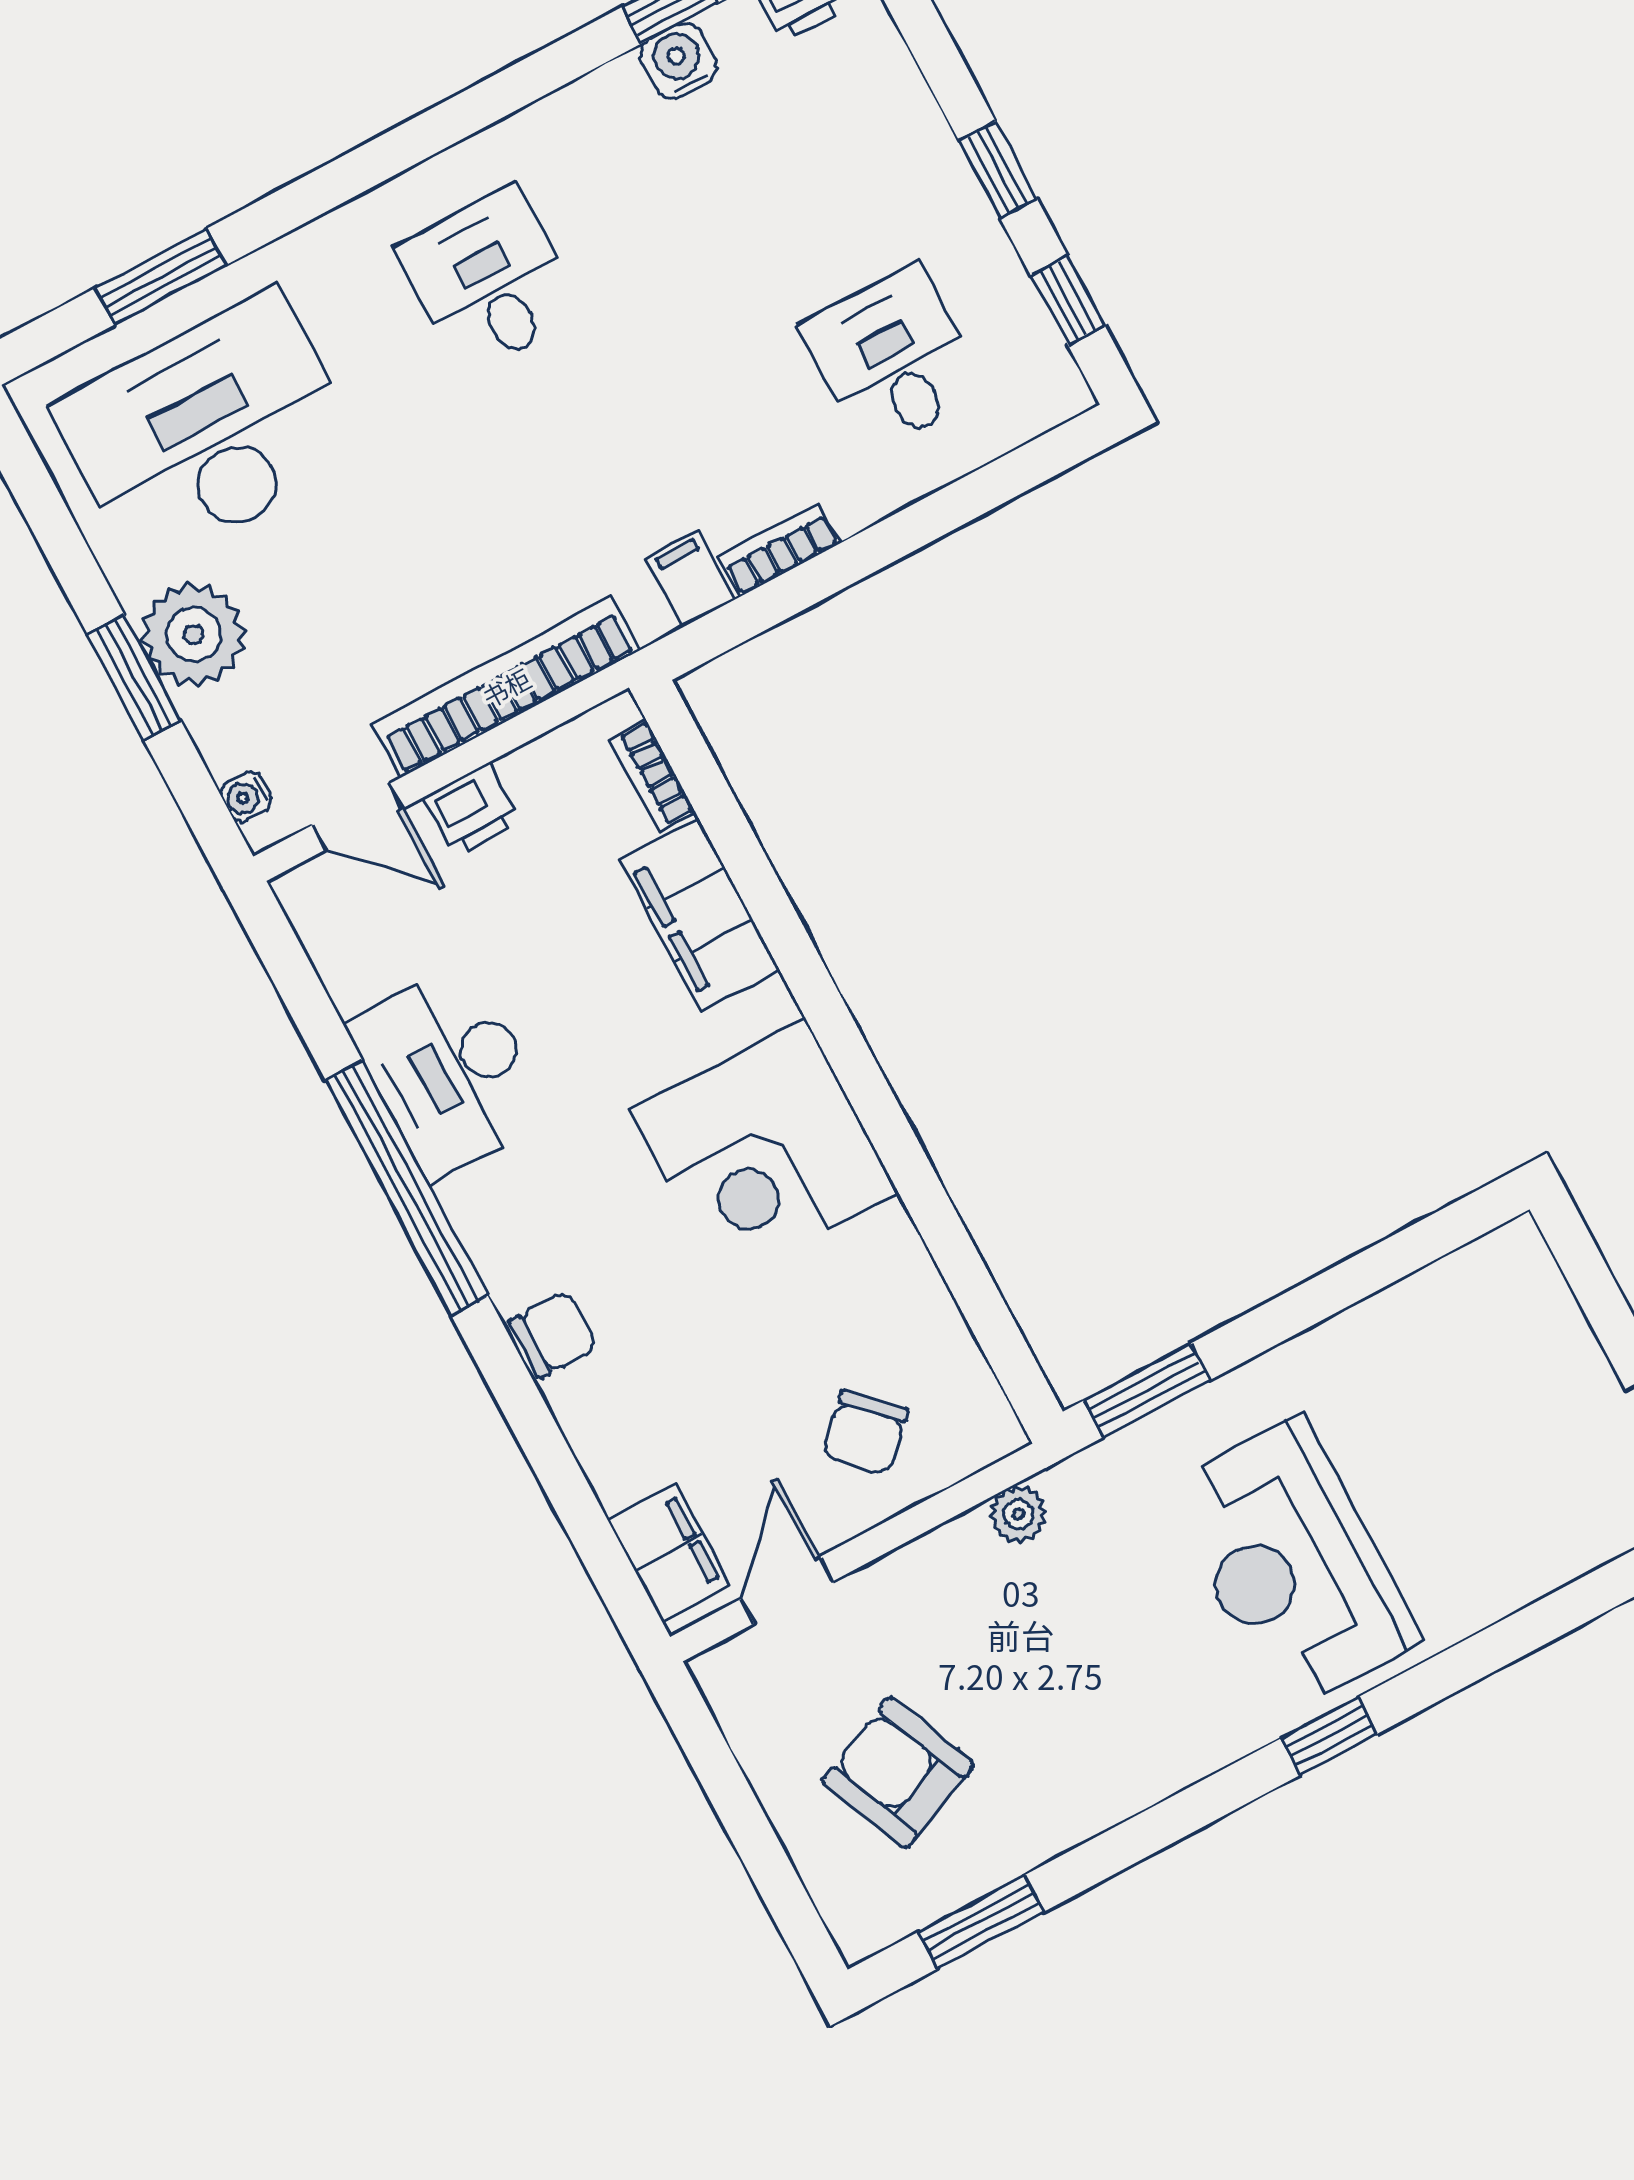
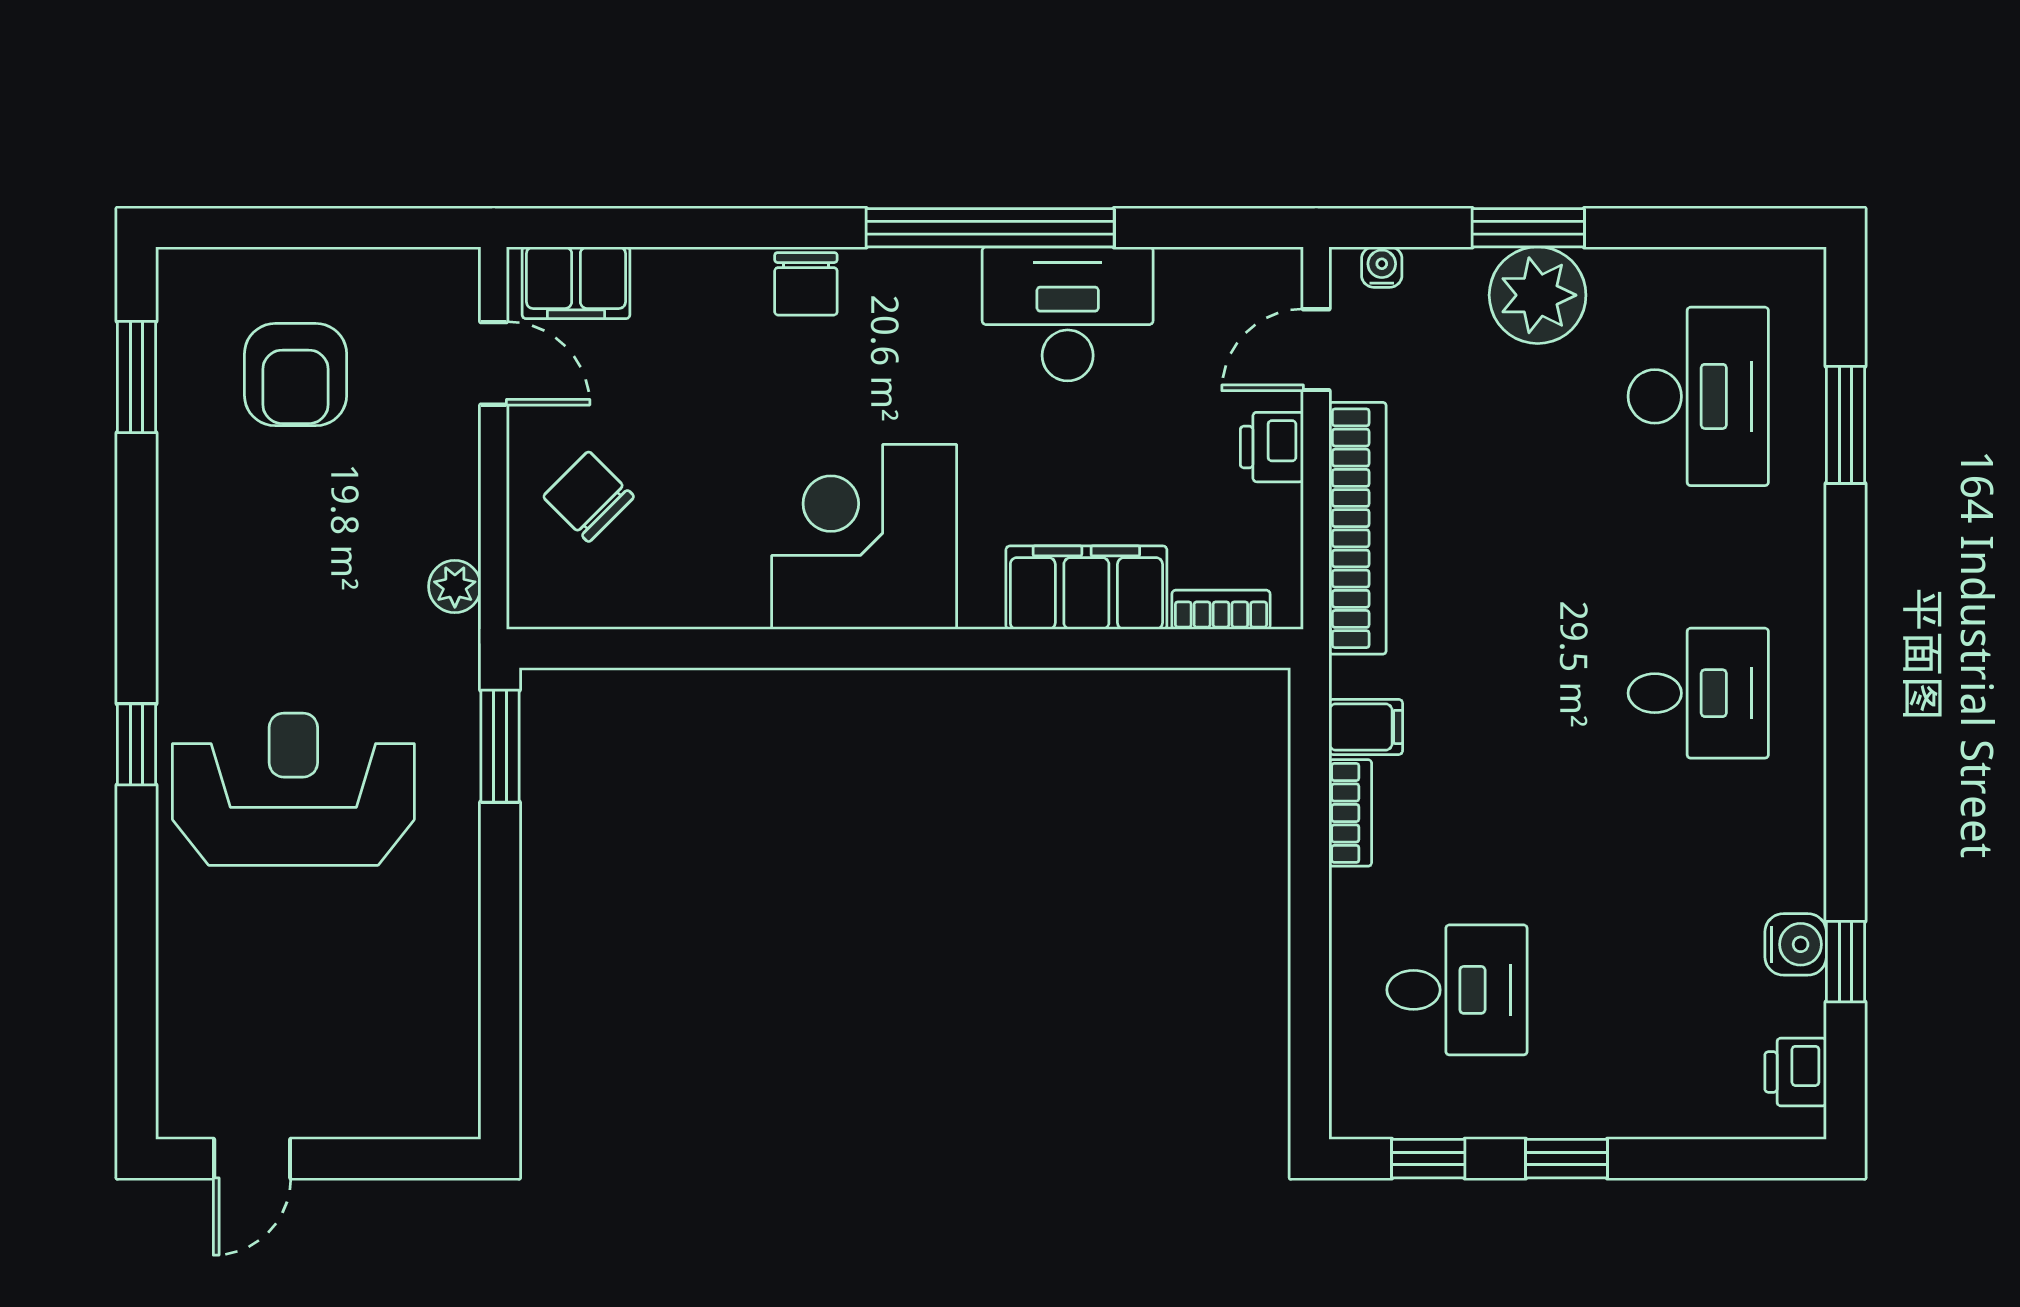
desk: (208, 431) -> (1698, 396), width x0.73, depth x0.77
armchair: (898, 1772) -> (296, 375), turned 113

